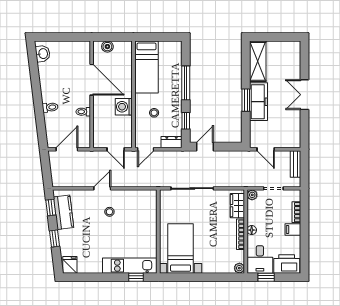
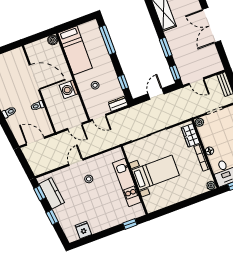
boiler: (107, 47) -> (53, 40), moved
window: (186, 83) -> (107, 40), moved
double door: (304, 95) -> (211, 25), width x1.37
freezer: (258, 102) -> (176, 45), removed
window: (246, 131) -> (175, 73), added
door: (205, 147) -> (156, 94), moved
door: (67, 149) -> (35, 141), hinge flipped
door: (146, 149) -> (99, 117), hinge flipped
bed with nightstands: (181, 248) -> (156, 173), moved, turned 90
fridge: (70, 265) -> (83, 230), moved
kitchen unit: (130, 266) -> (127, 183), moved, turned -90

